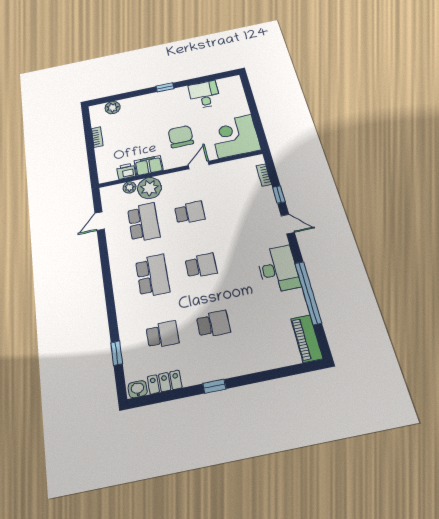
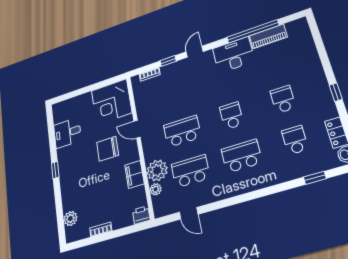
printer: (126, 171) -> (141, 215), moved, turned 90
school desk: (190, 213) -> (182, 131), width x1.85
piano: (307, 338) -> (268, 36), moved

